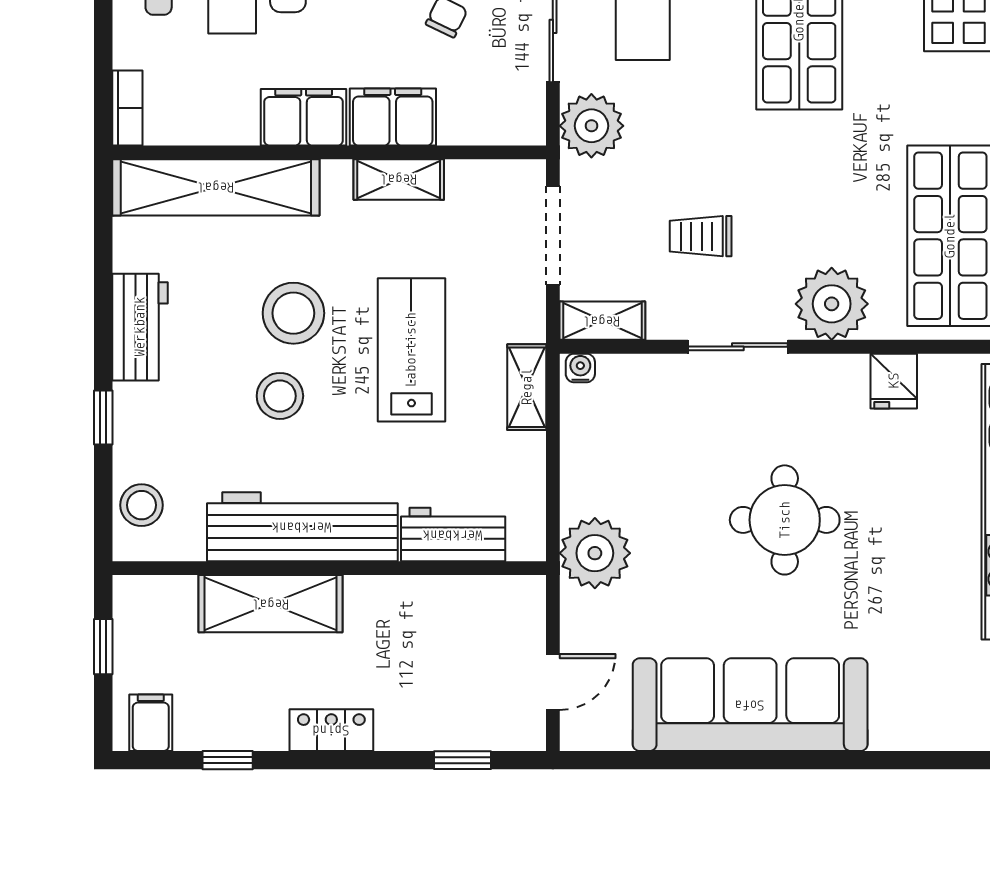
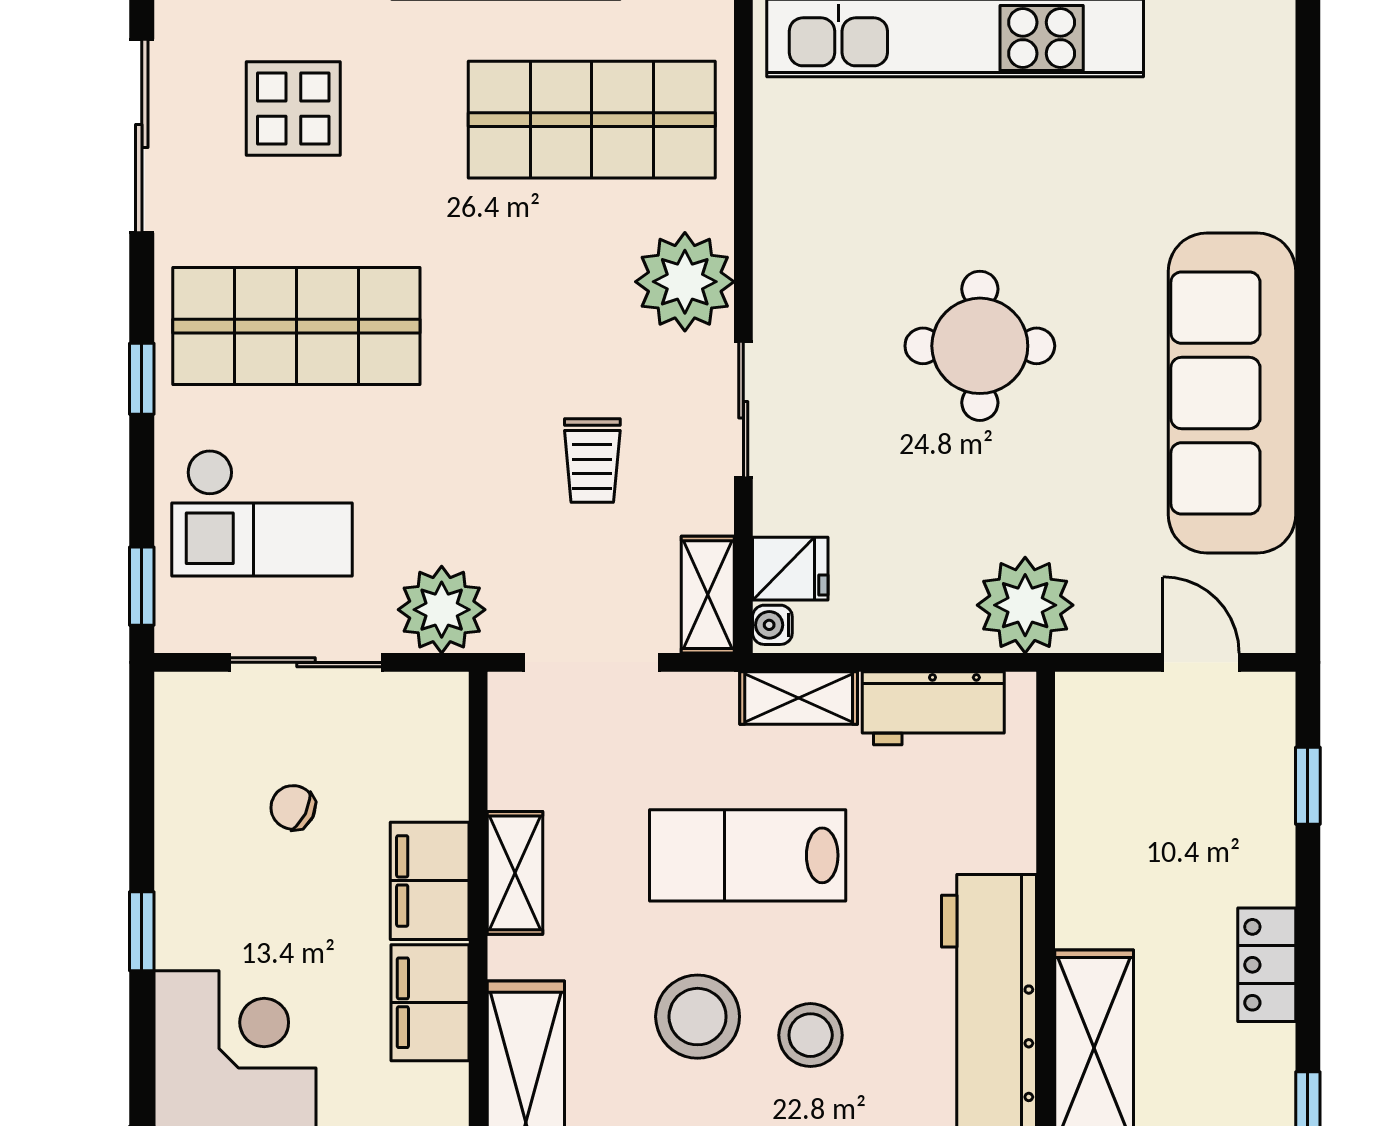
fridge: (894, 381) -> (790, 569), moved
workbench: (453, 535) -> (933, 708), moved, turned -90

